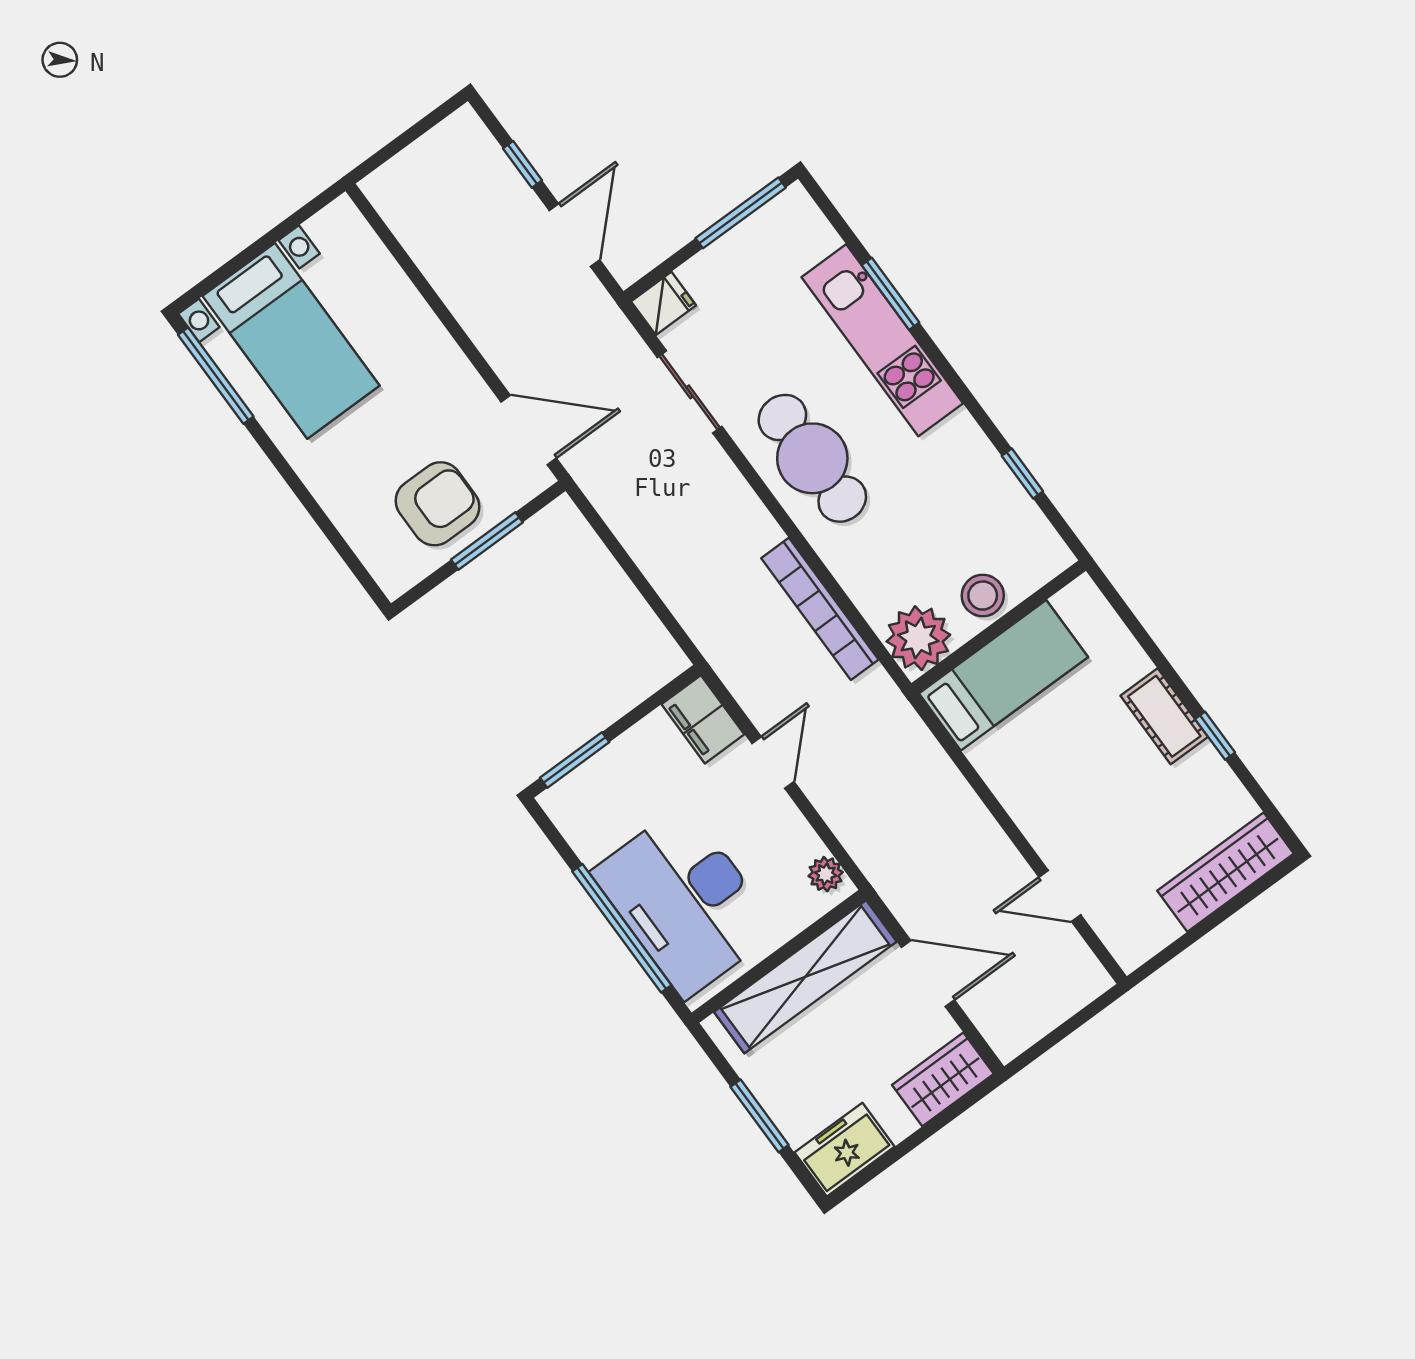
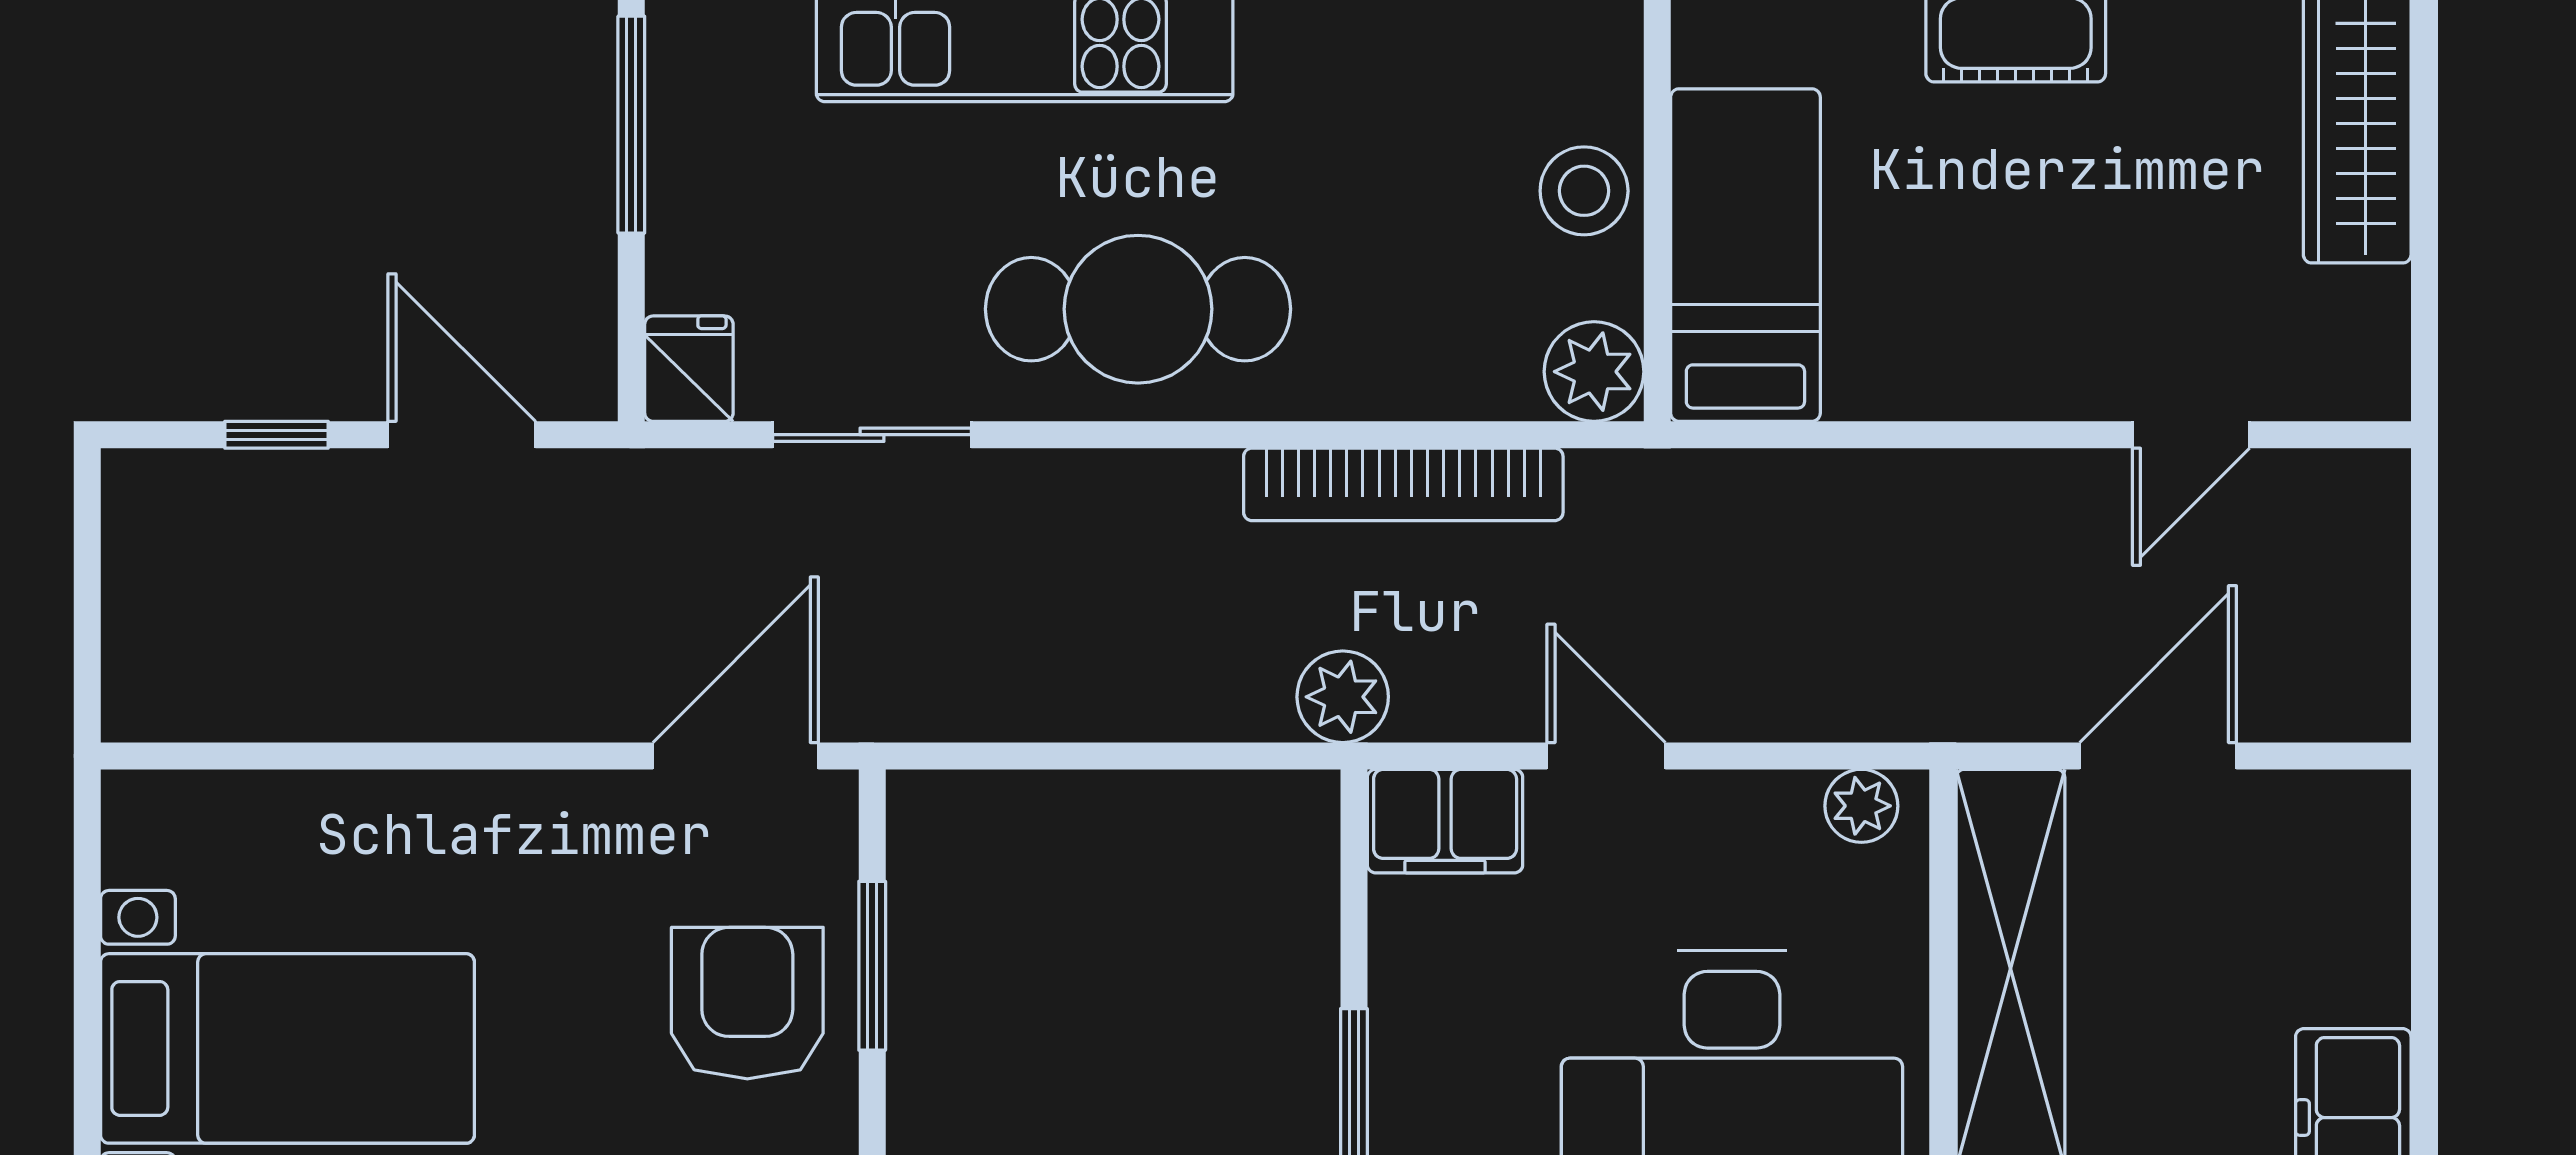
plant: (918, 638) -> (1594, 372), width x0.73, depth x0.73
plant: (722, 645) -> (1343, 697), added
wardrobe: (943, 1079) -> (2357, 863), removed

